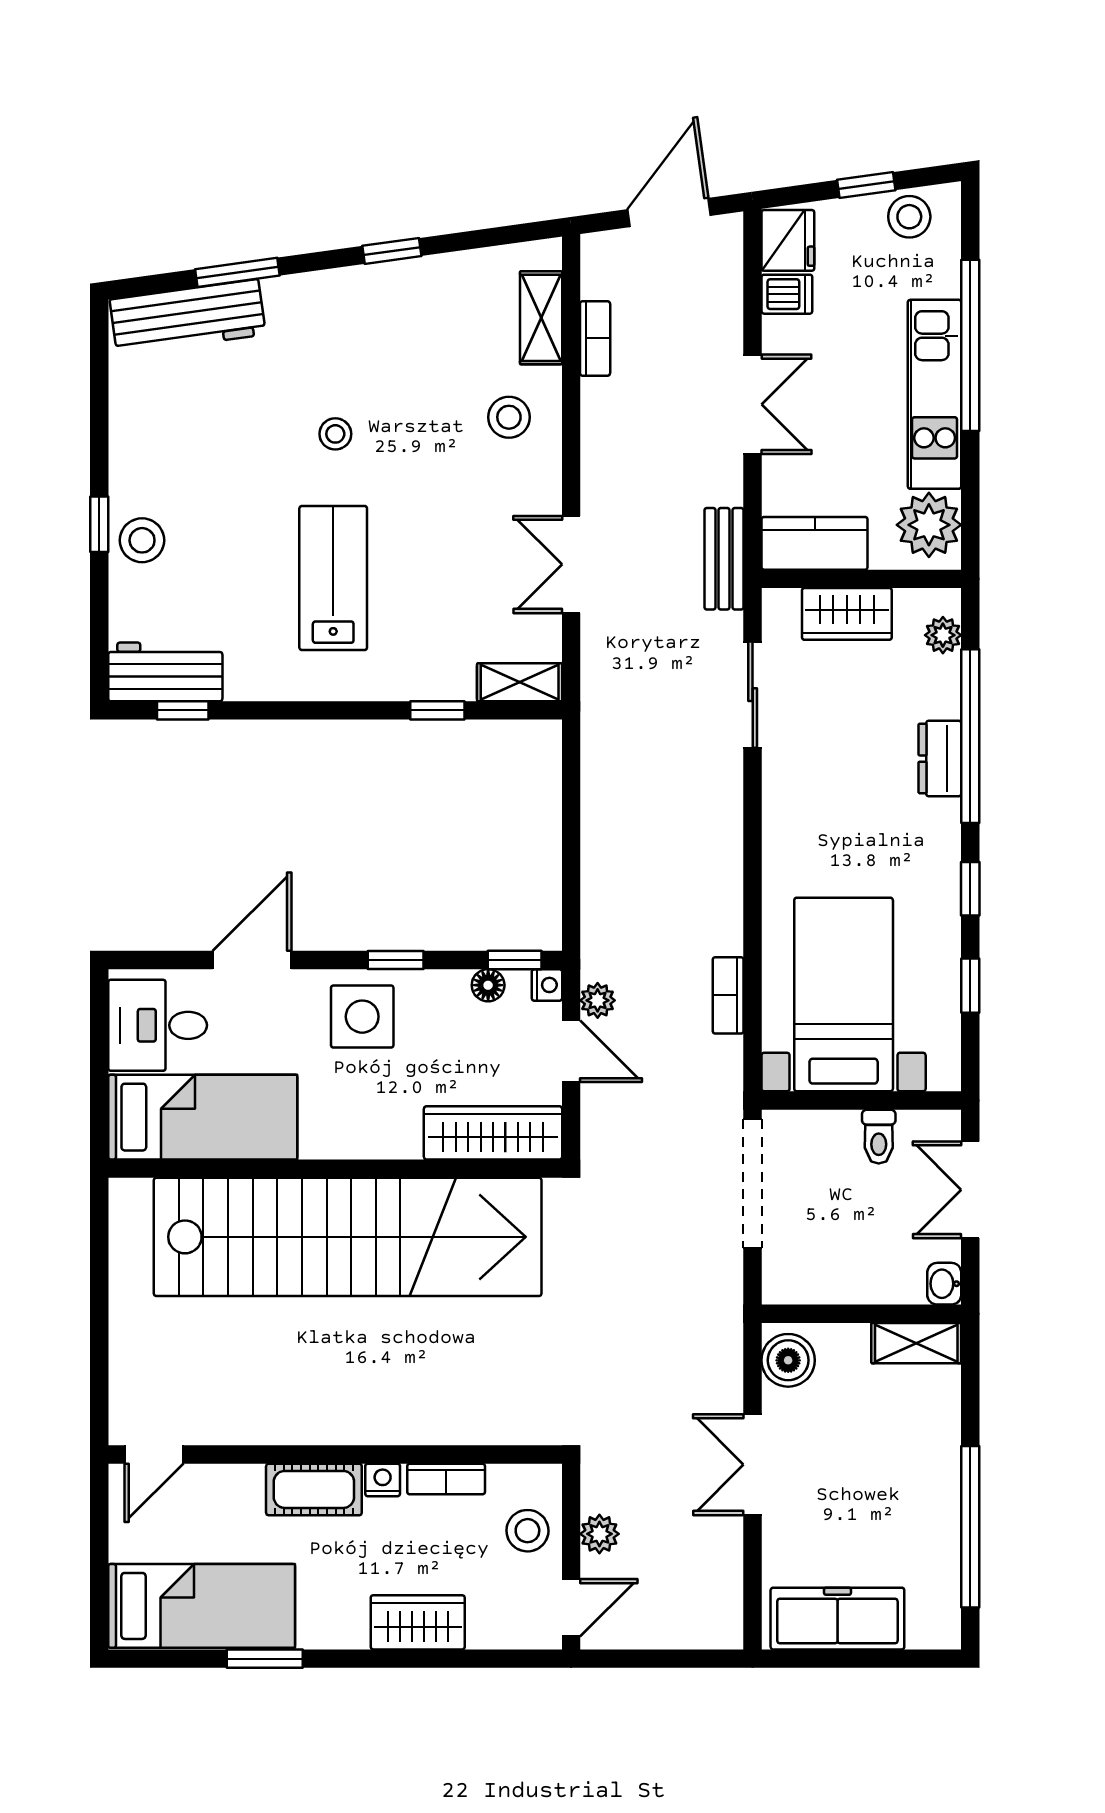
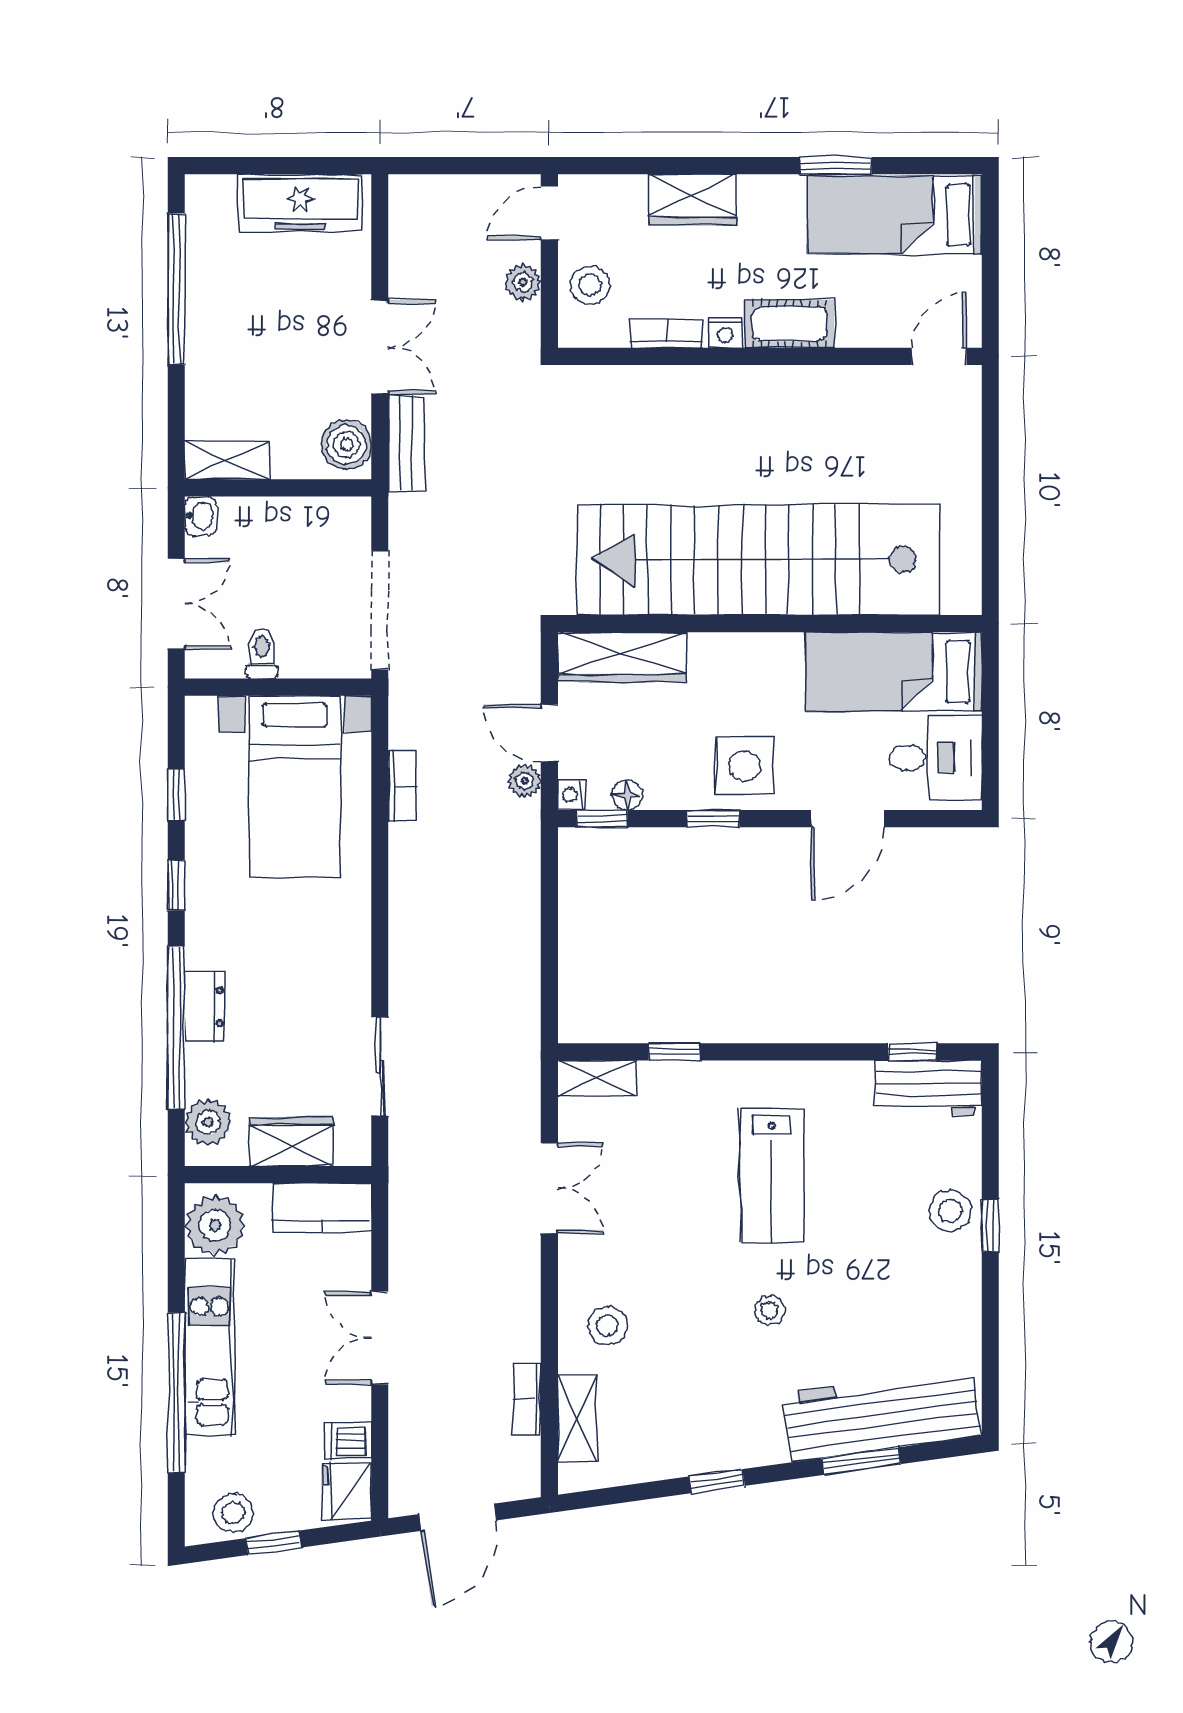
workbench: (188, 317) -> (881, 1415), width x1.36, depth x1.32
bench: (724, 559) -> (406, 443), moved
plant: (943, 635) -> (208, 1122), width x1.38, depth x1.38

